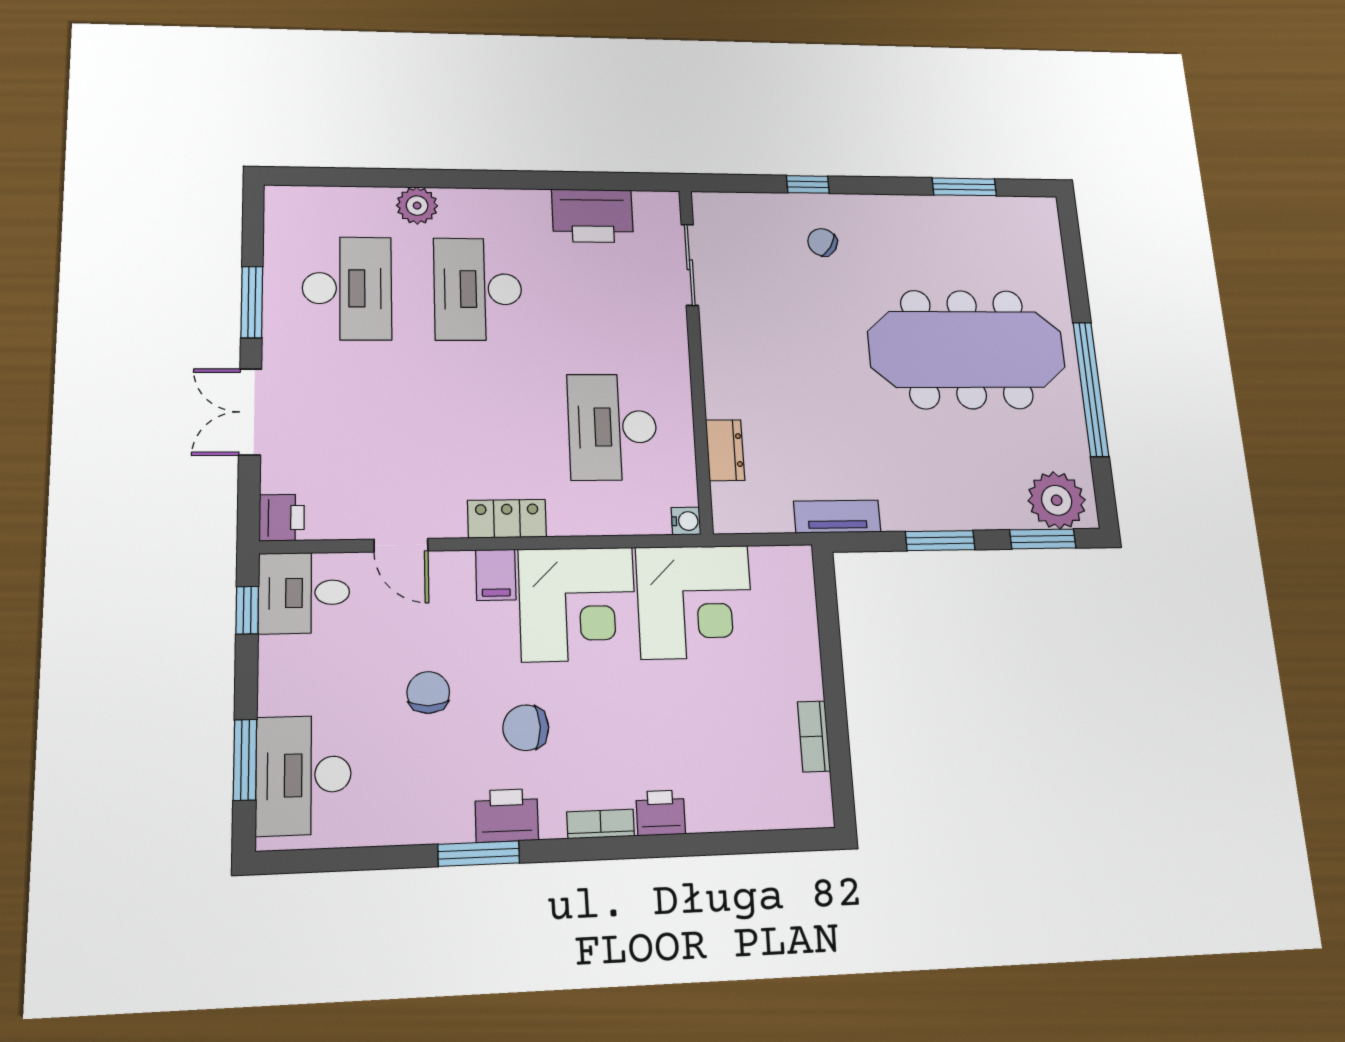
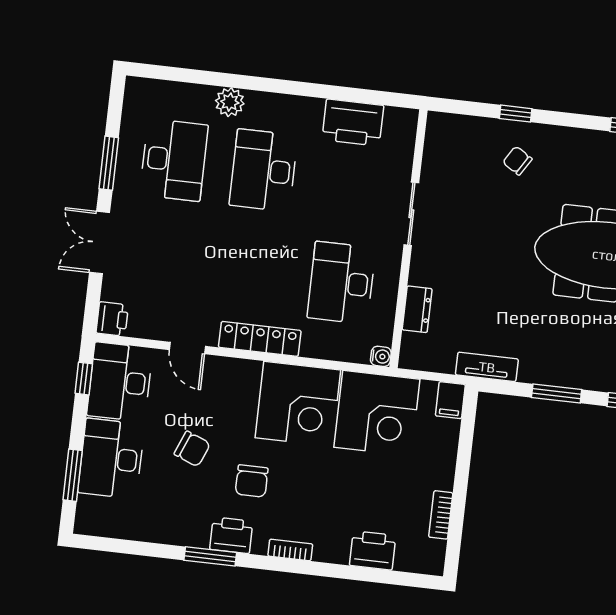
sliding door: (690, 265) -> (411, 214), moved
locker: (507, 519) -> (260, 339), width x1.53
filing cabinet: (496, 575) -> (450, 400), moved
desk: (304, 593) -> (120, 382), width x1.37
chair: (428, 692) -> (192, 449), turned 112
chair: (526, 728) -> (252, 481), turned -90
desk: (304, 775) -> (111, 459), moved
printer: (661, 813) -> (373, 550), moved, width x1.36, depth x1.24

